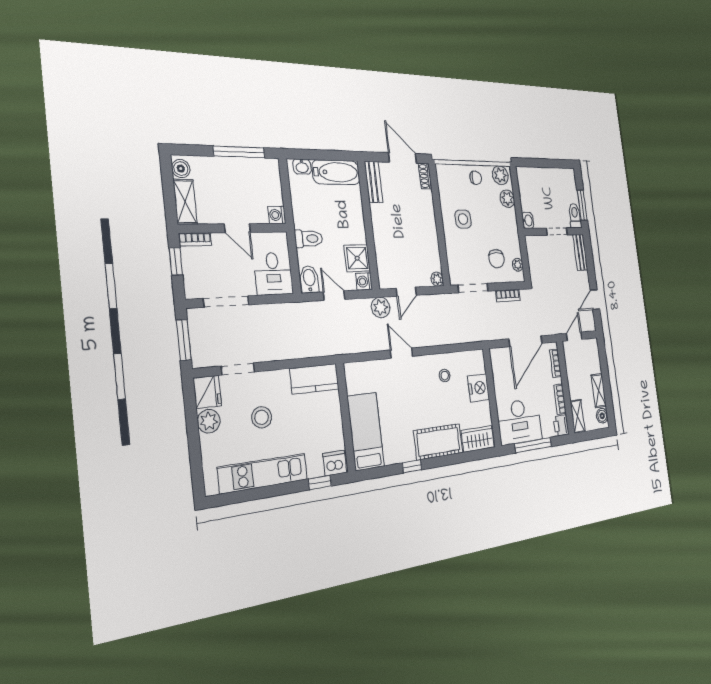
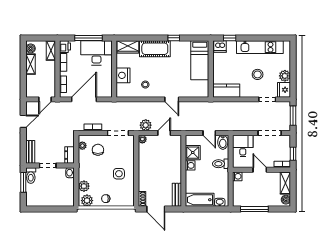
dresser: (532, 249) -> (70, 155), added
washing machine: (364, 281) -> (190, 165), moved
plant: (381, 307) -> (146, 125), moved

